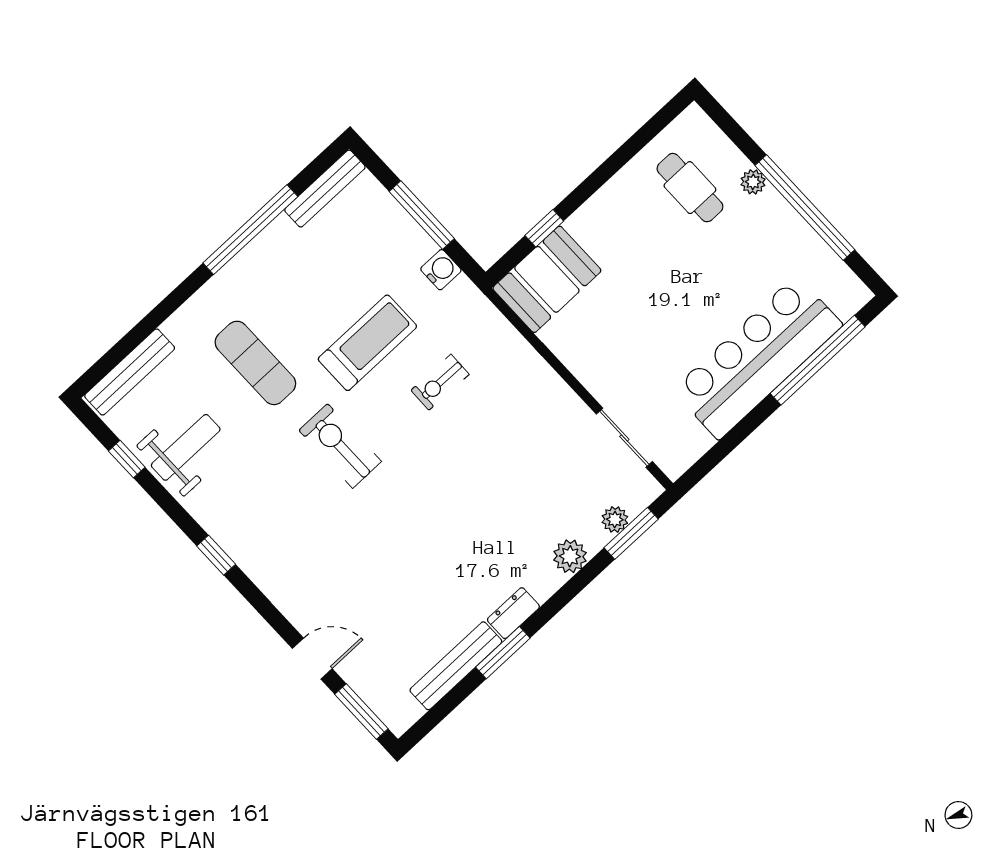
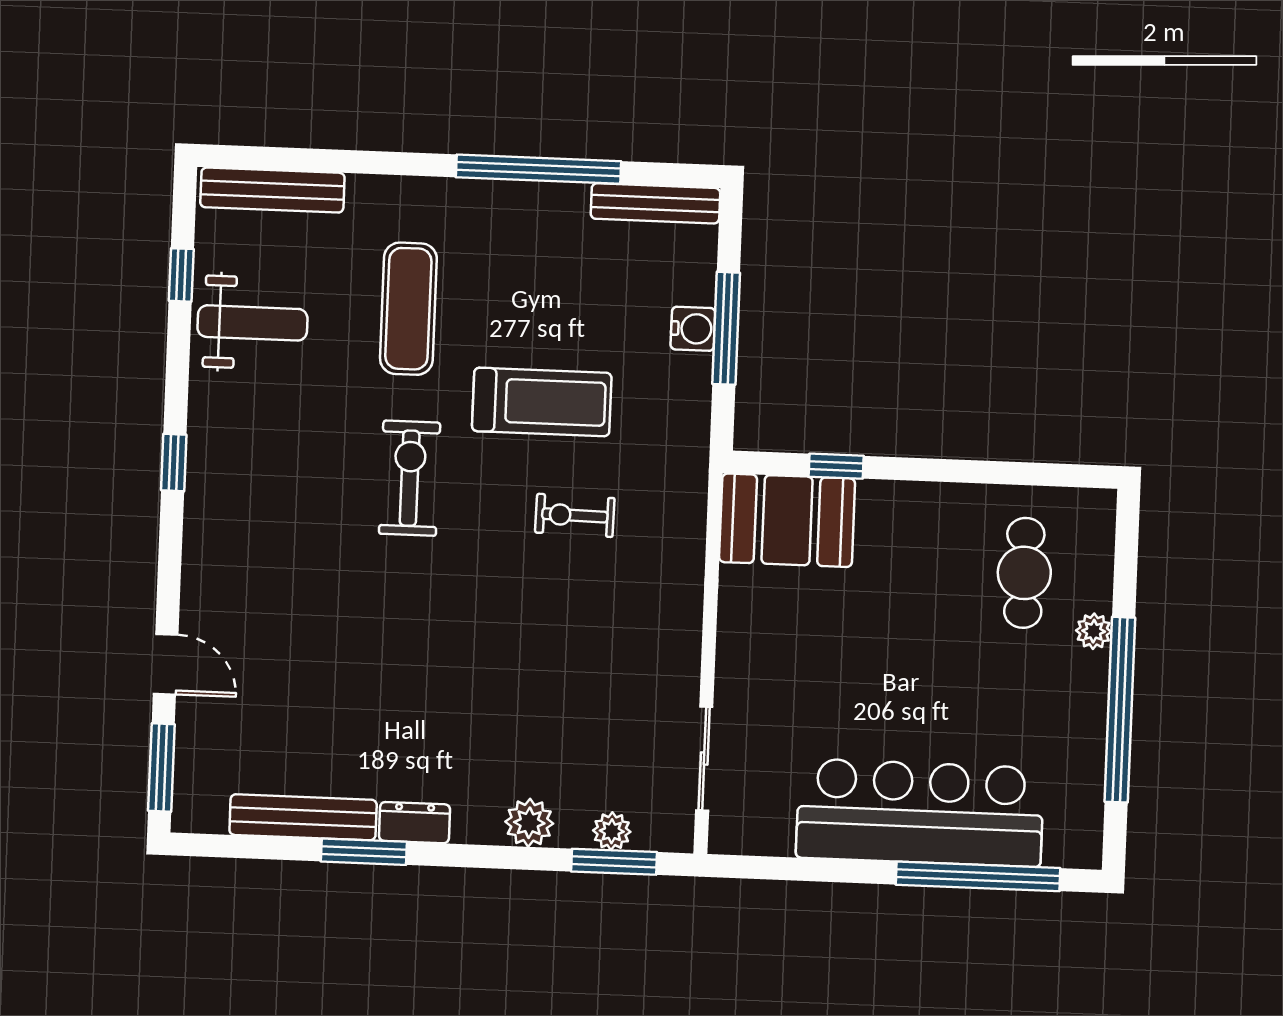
water cooler: (441, 270) -> (693, 329), moved

